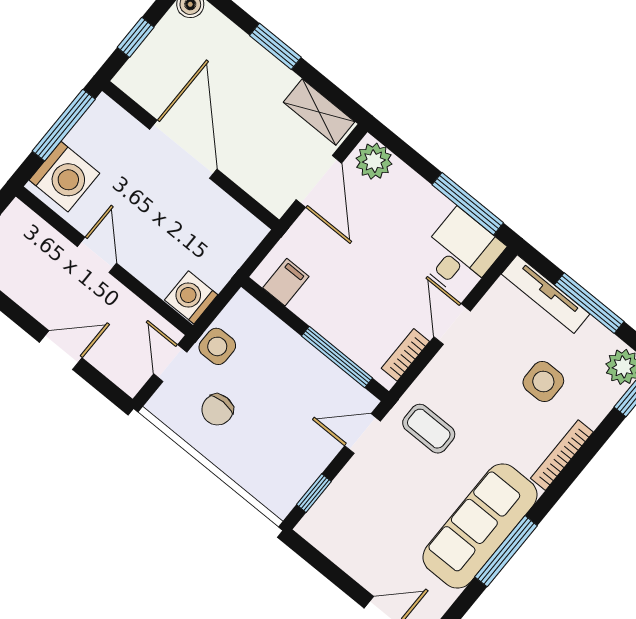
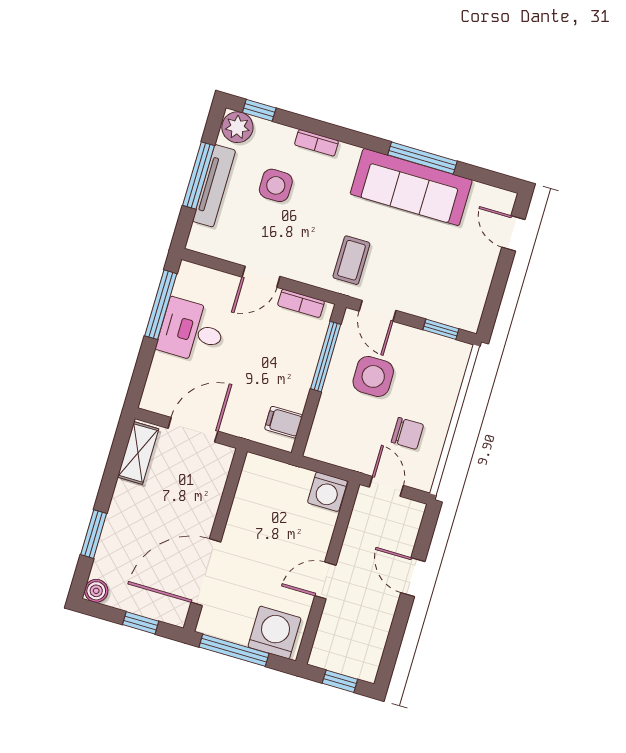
window: (275, 46) -> (94, 534), moved
door: (183, 149) -> (206, 572), moved
plant: (374, 161) -> (158, 393), removed
desk: (460, 253) -> (192, 331), moved
tv unit: (546, 294) -> (214, 186), moved
side table: (217, 346) -> (373, 376), moved, width x1.37, depth x1.37
door: (170, 363) -> (386, 486), swing flipped
bookcase: (562, 455) -> (317, 143), width x0.64

